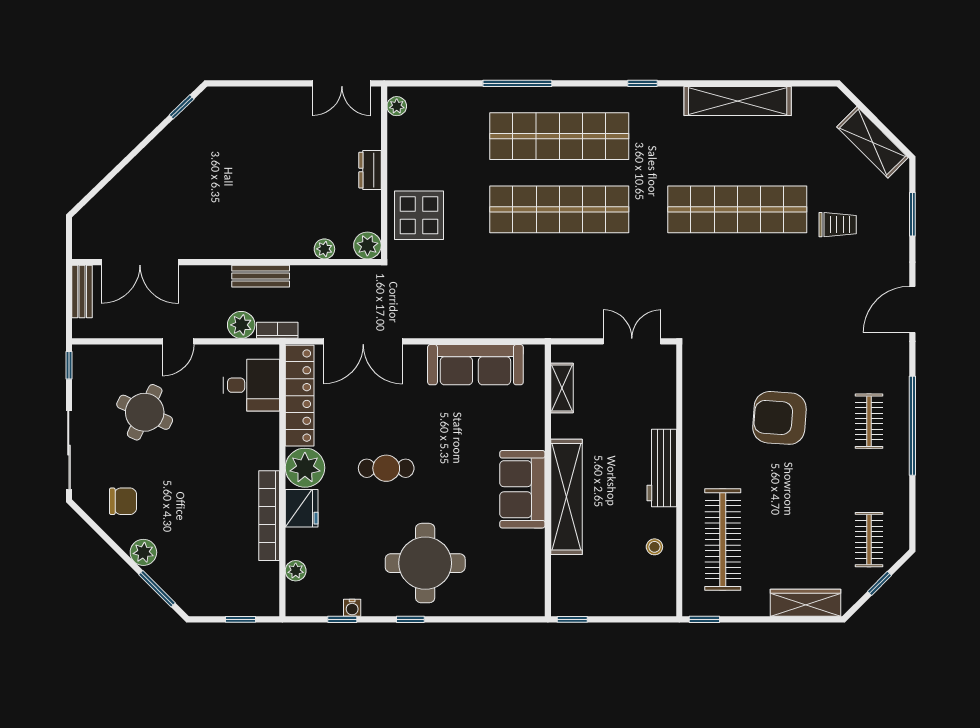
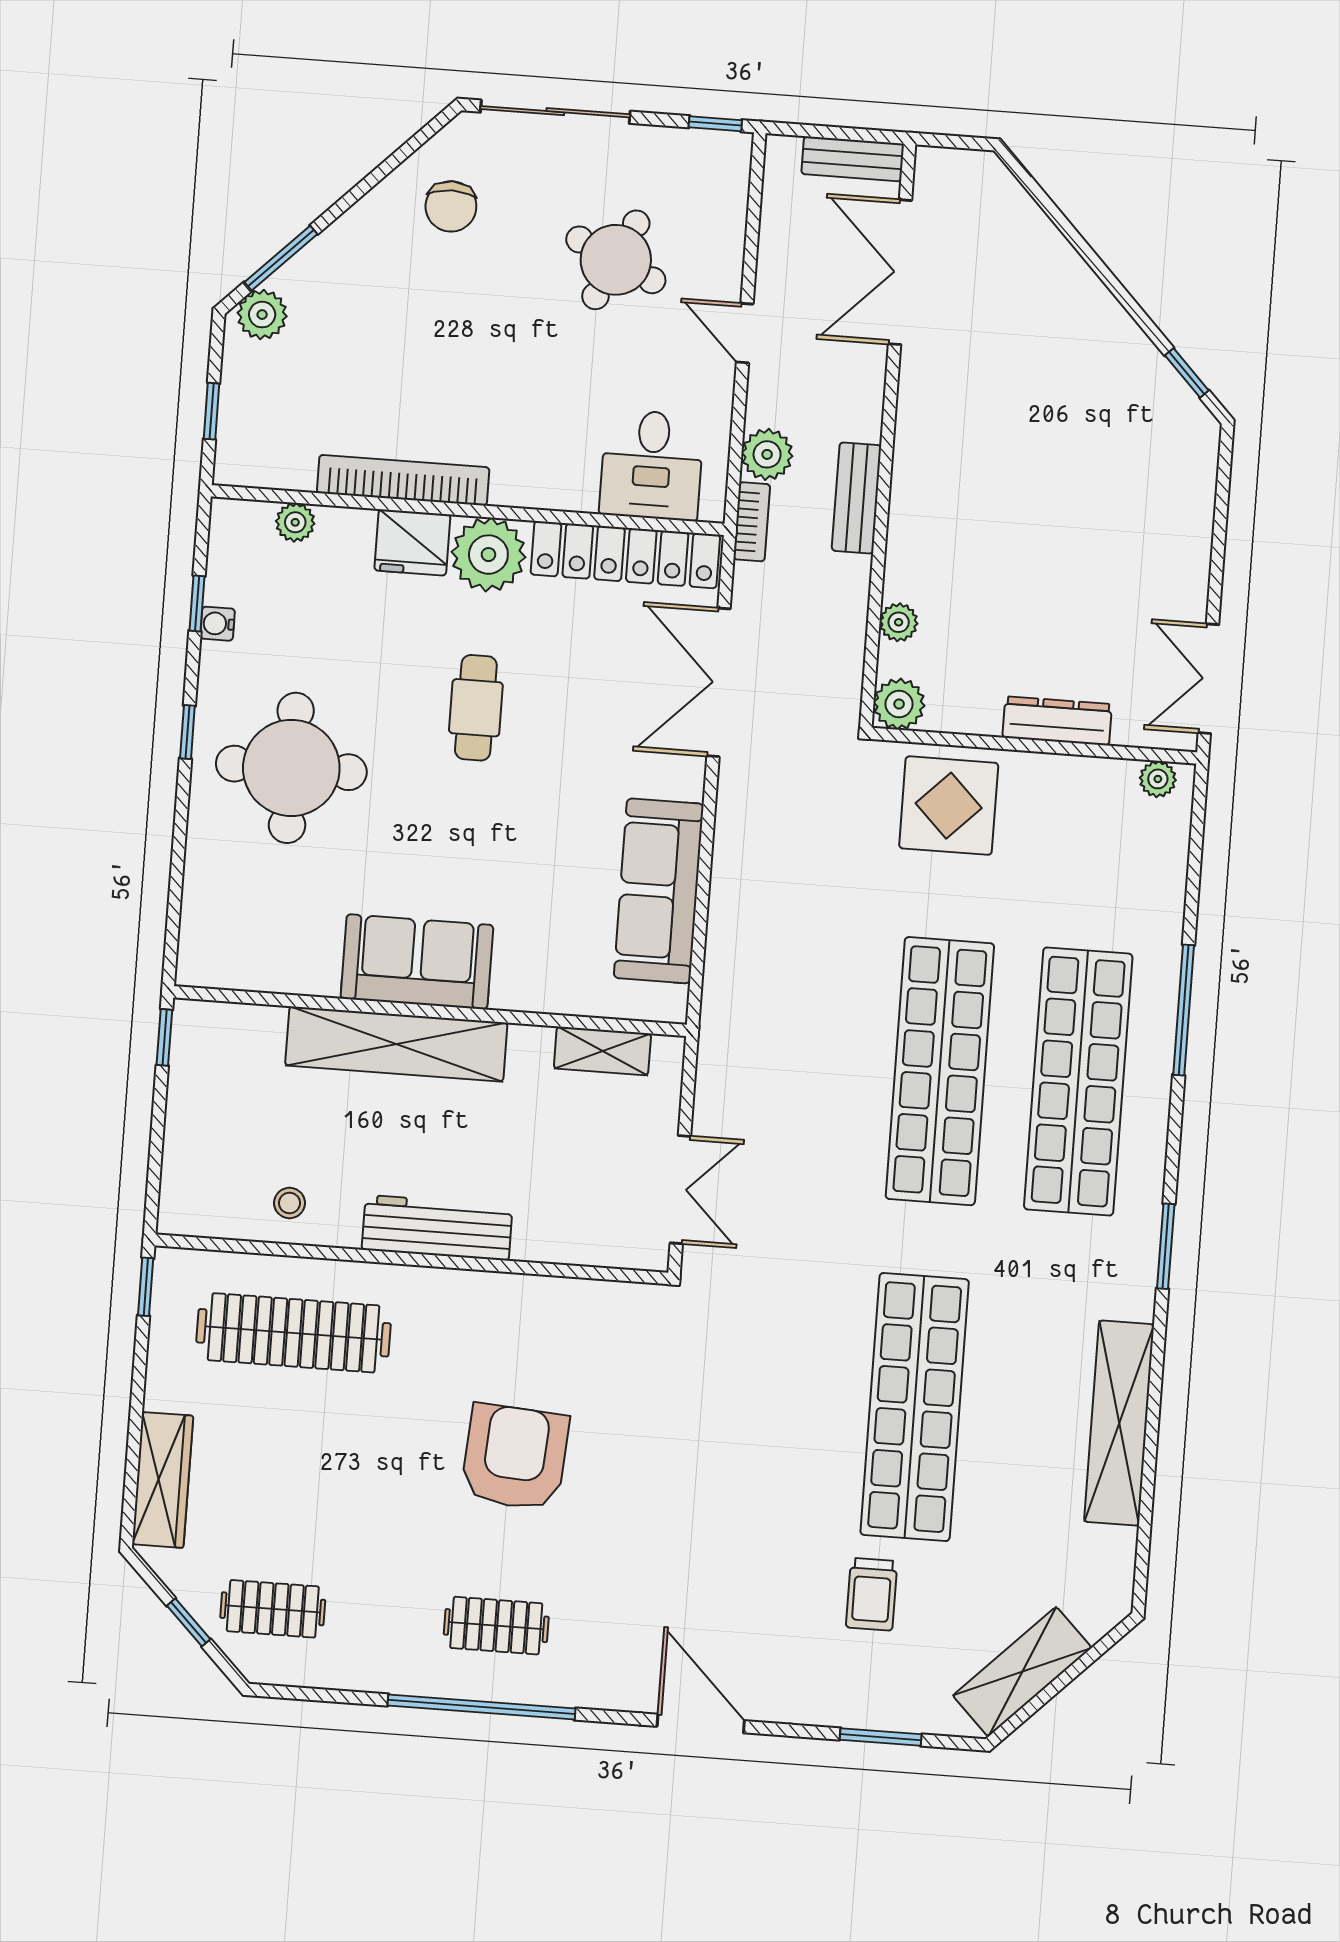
window: (643, 83) -> (1166, 1246), width x1.50
dresser: (370, 170) -> (1057, 721), width x1.44
plant: (143, 552) -> (262, 315), moved

